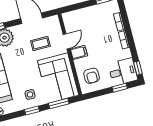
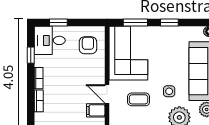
door: (67, 41) -> (107, 94), hinge flipped
filing cabinet: (79, 52) -> (96, 110), moved
window: (138, 68) -> (31, 55), moved
side table: (30, 94) -> (169, 91), moved

